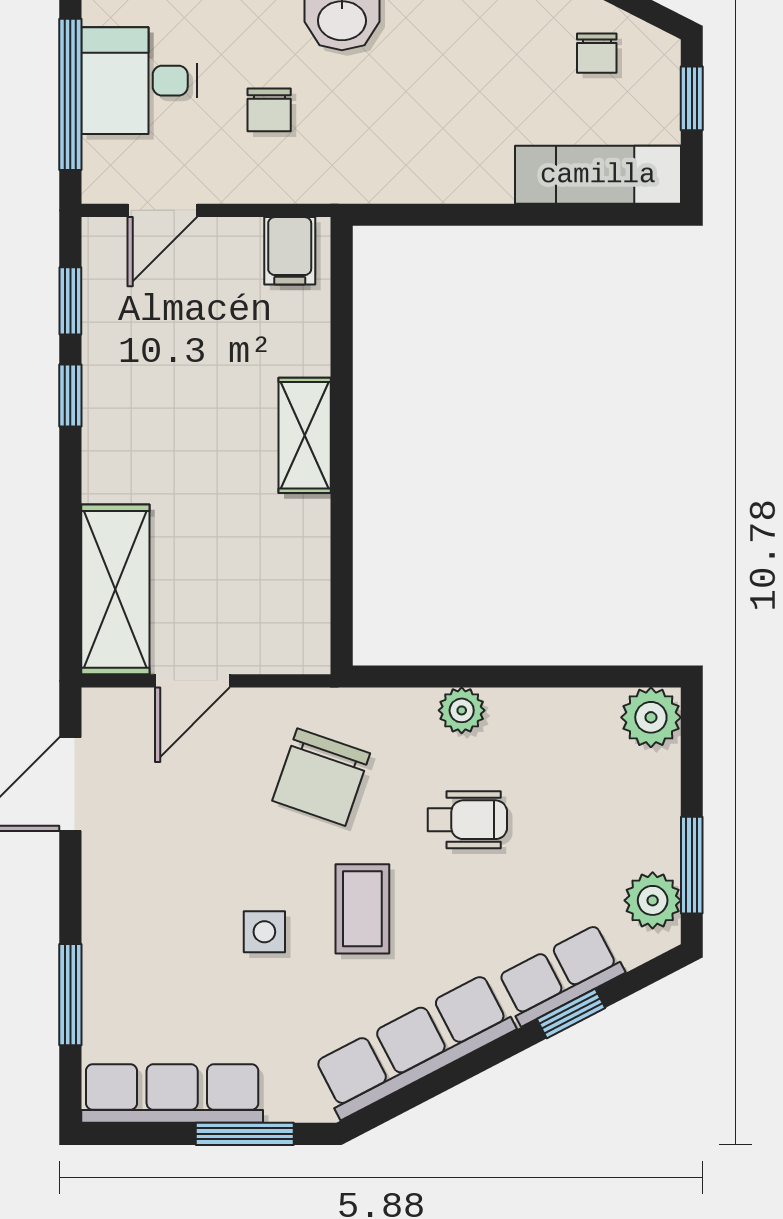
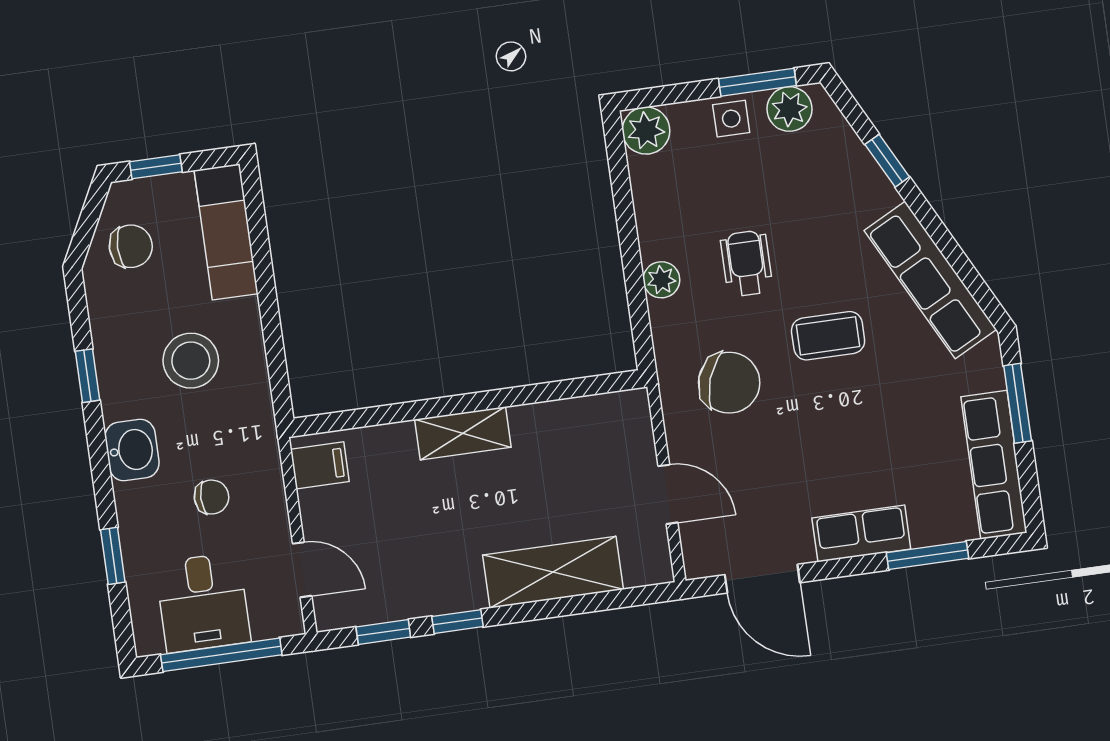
chair: (597, 53) -> (131, 246), width x1.37, depth x1.37
stool: (443, 108) -> (191, 361), added
shelving: (115, 589) -> (553, 572), moved
side table: (264, 932) -> (731, 119), moved
row of seats: (561, 975) -> (861, 533), moved, turned 117

